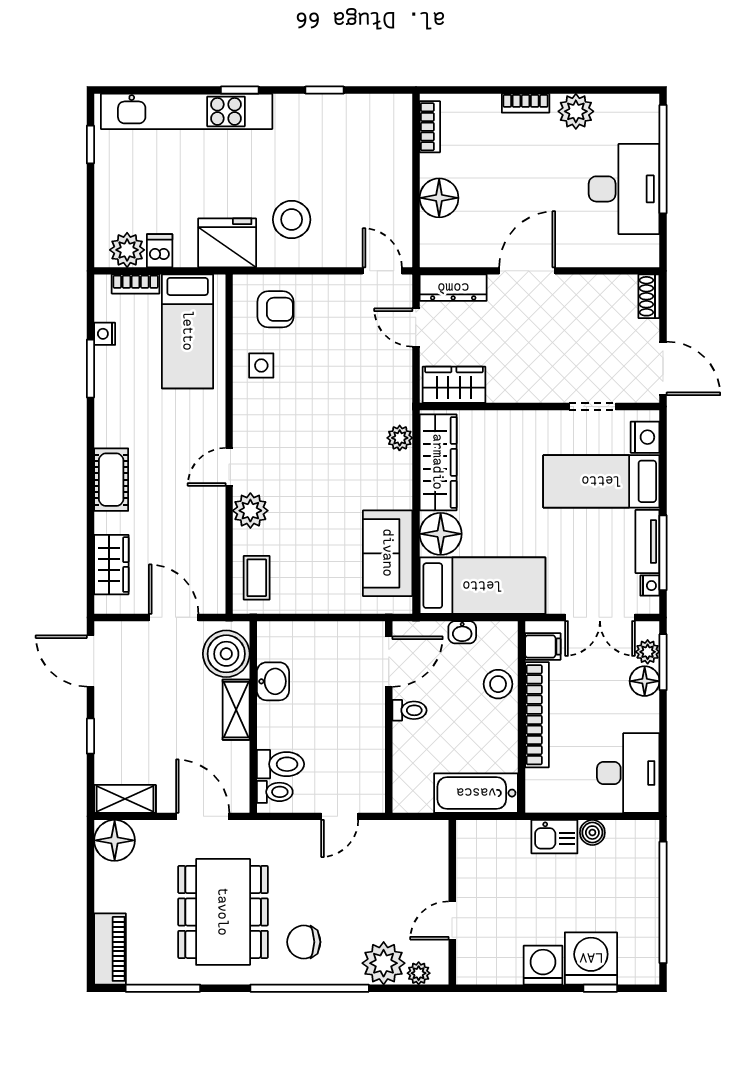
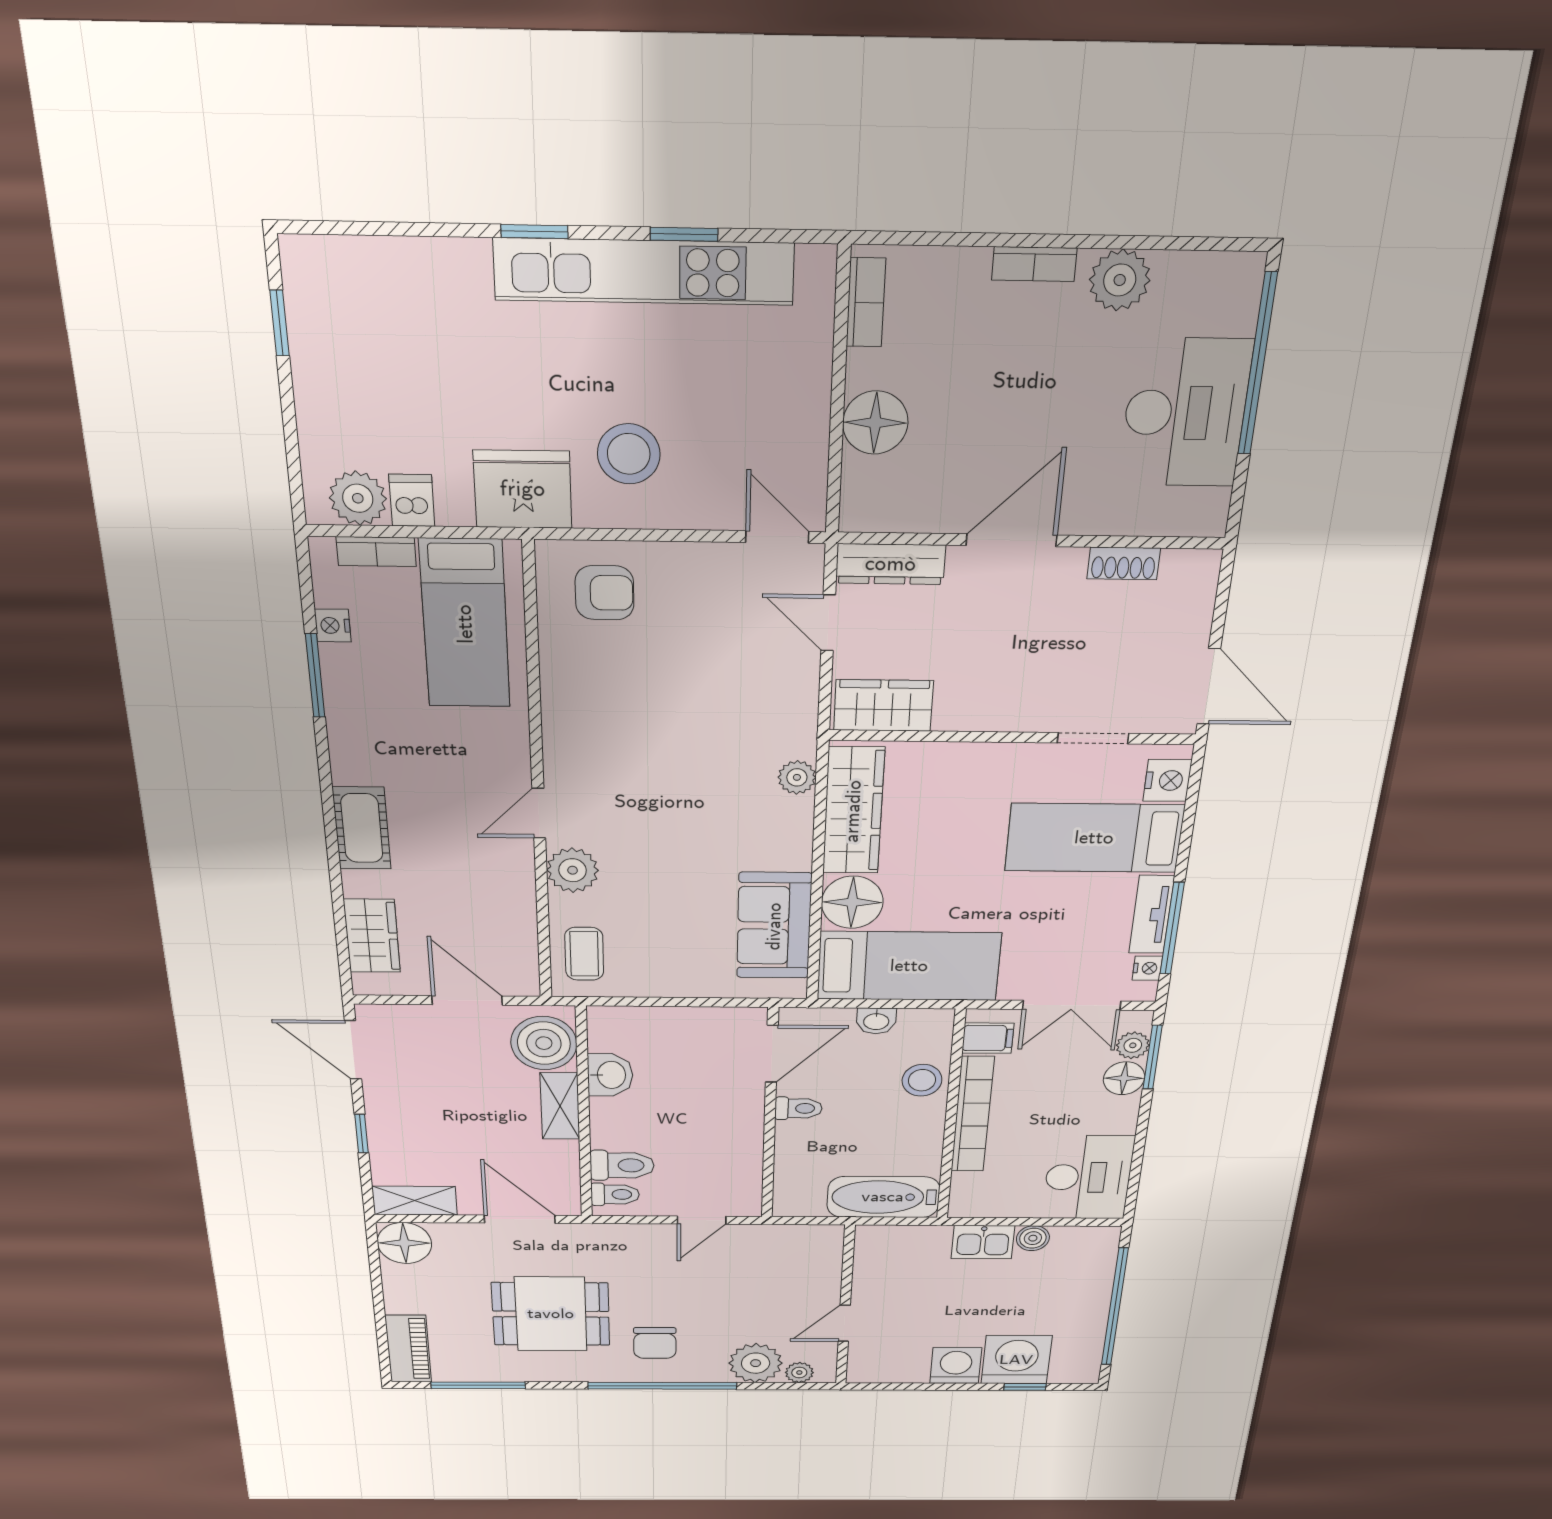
kitchen unit: (187, 111) -> (644, 272), moved
shoe rack: (649, 296) -> (1124, 564), moved, turned -90
side table: (261, 365) -> (584, 675), removed
dining table: (223, 912) -> (551, 1314), width x0.73
chair: (304, 942) -> (655, 1343), turned -90

